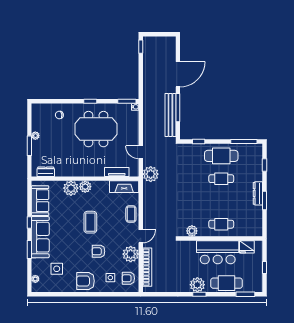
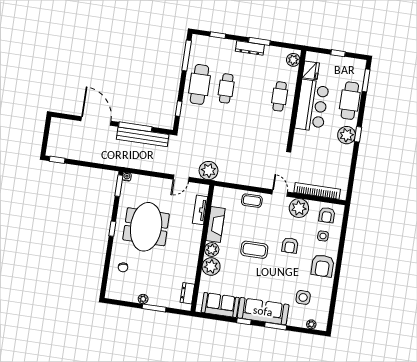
fireplace: (124, 187) -> (216, 225), moved
plant: (192, 231) -> (293, 60), moved

